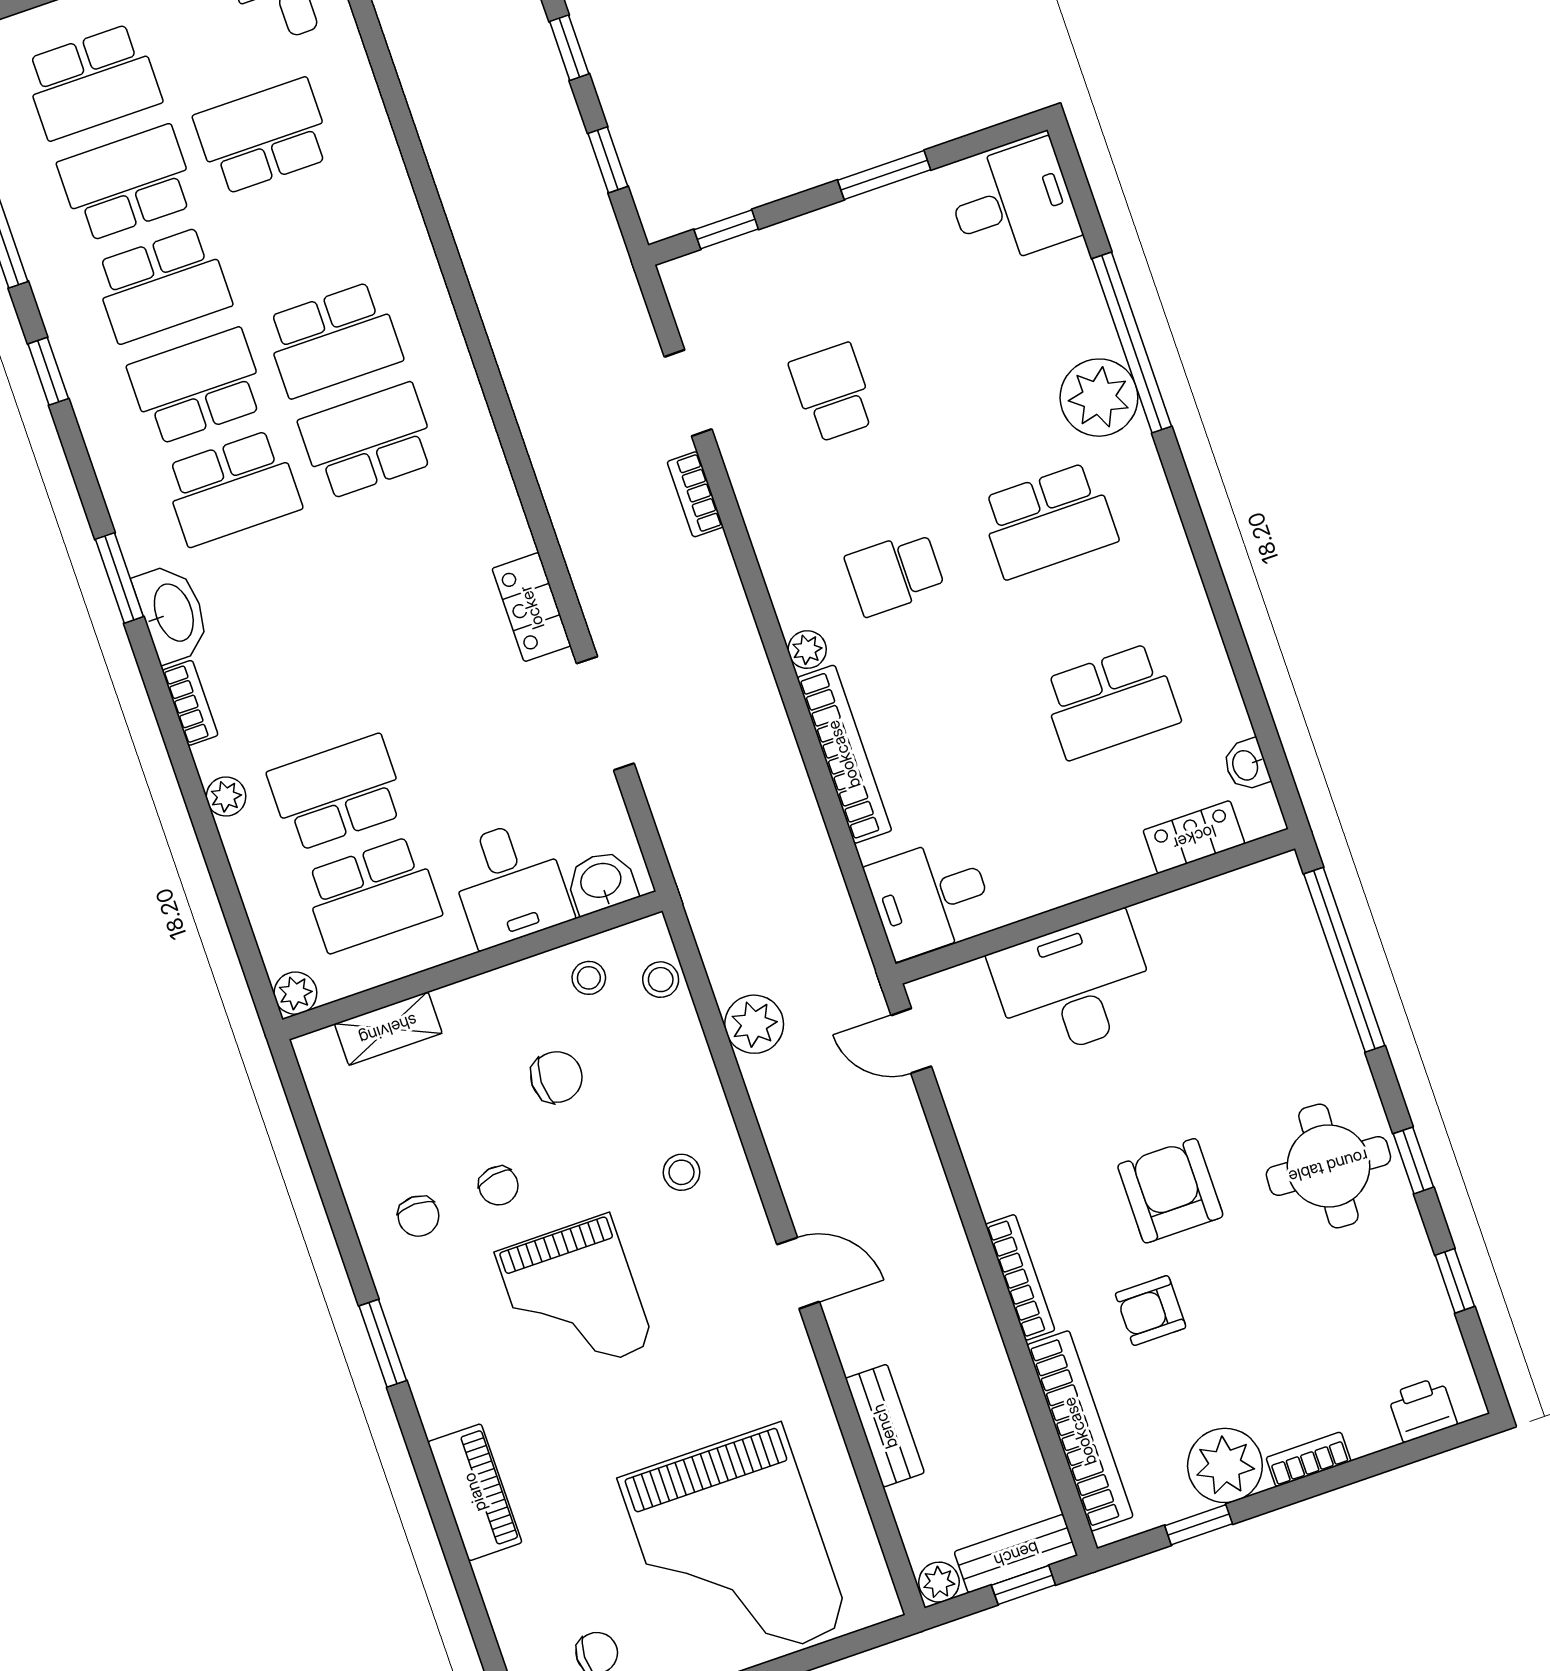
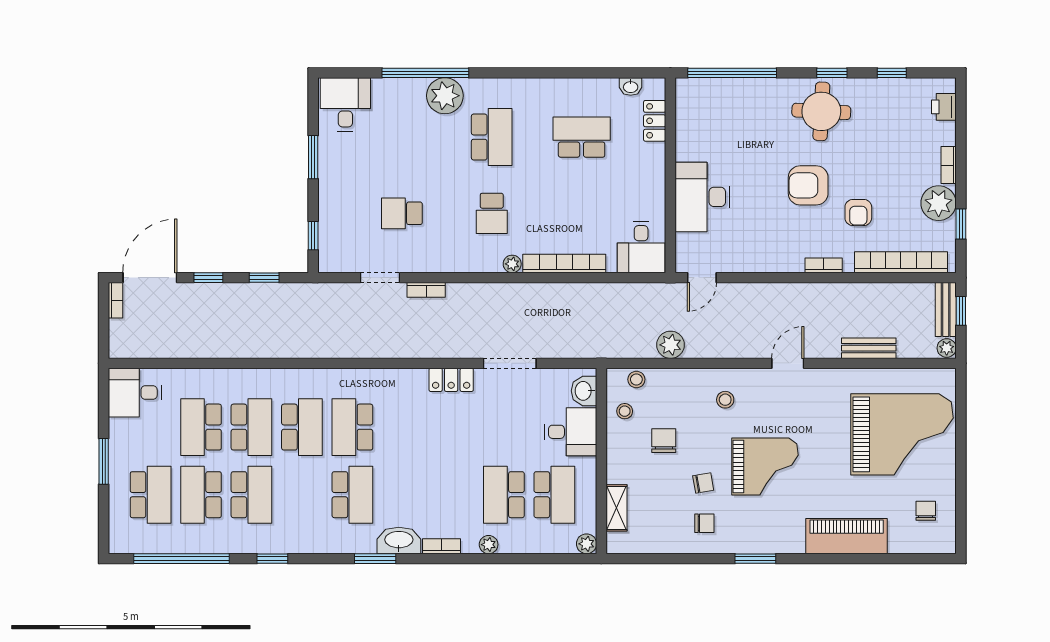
school desk: (197, 386) -> (251, 427), moved, turned 180
school desk: (1111, 701) -> (582, 137), turned -90
bookcase: (1020, 1277) -> (824, 265), width x0.64
piano: (475, 1492) -> (847, 536), width x1.37, depth x1.33

